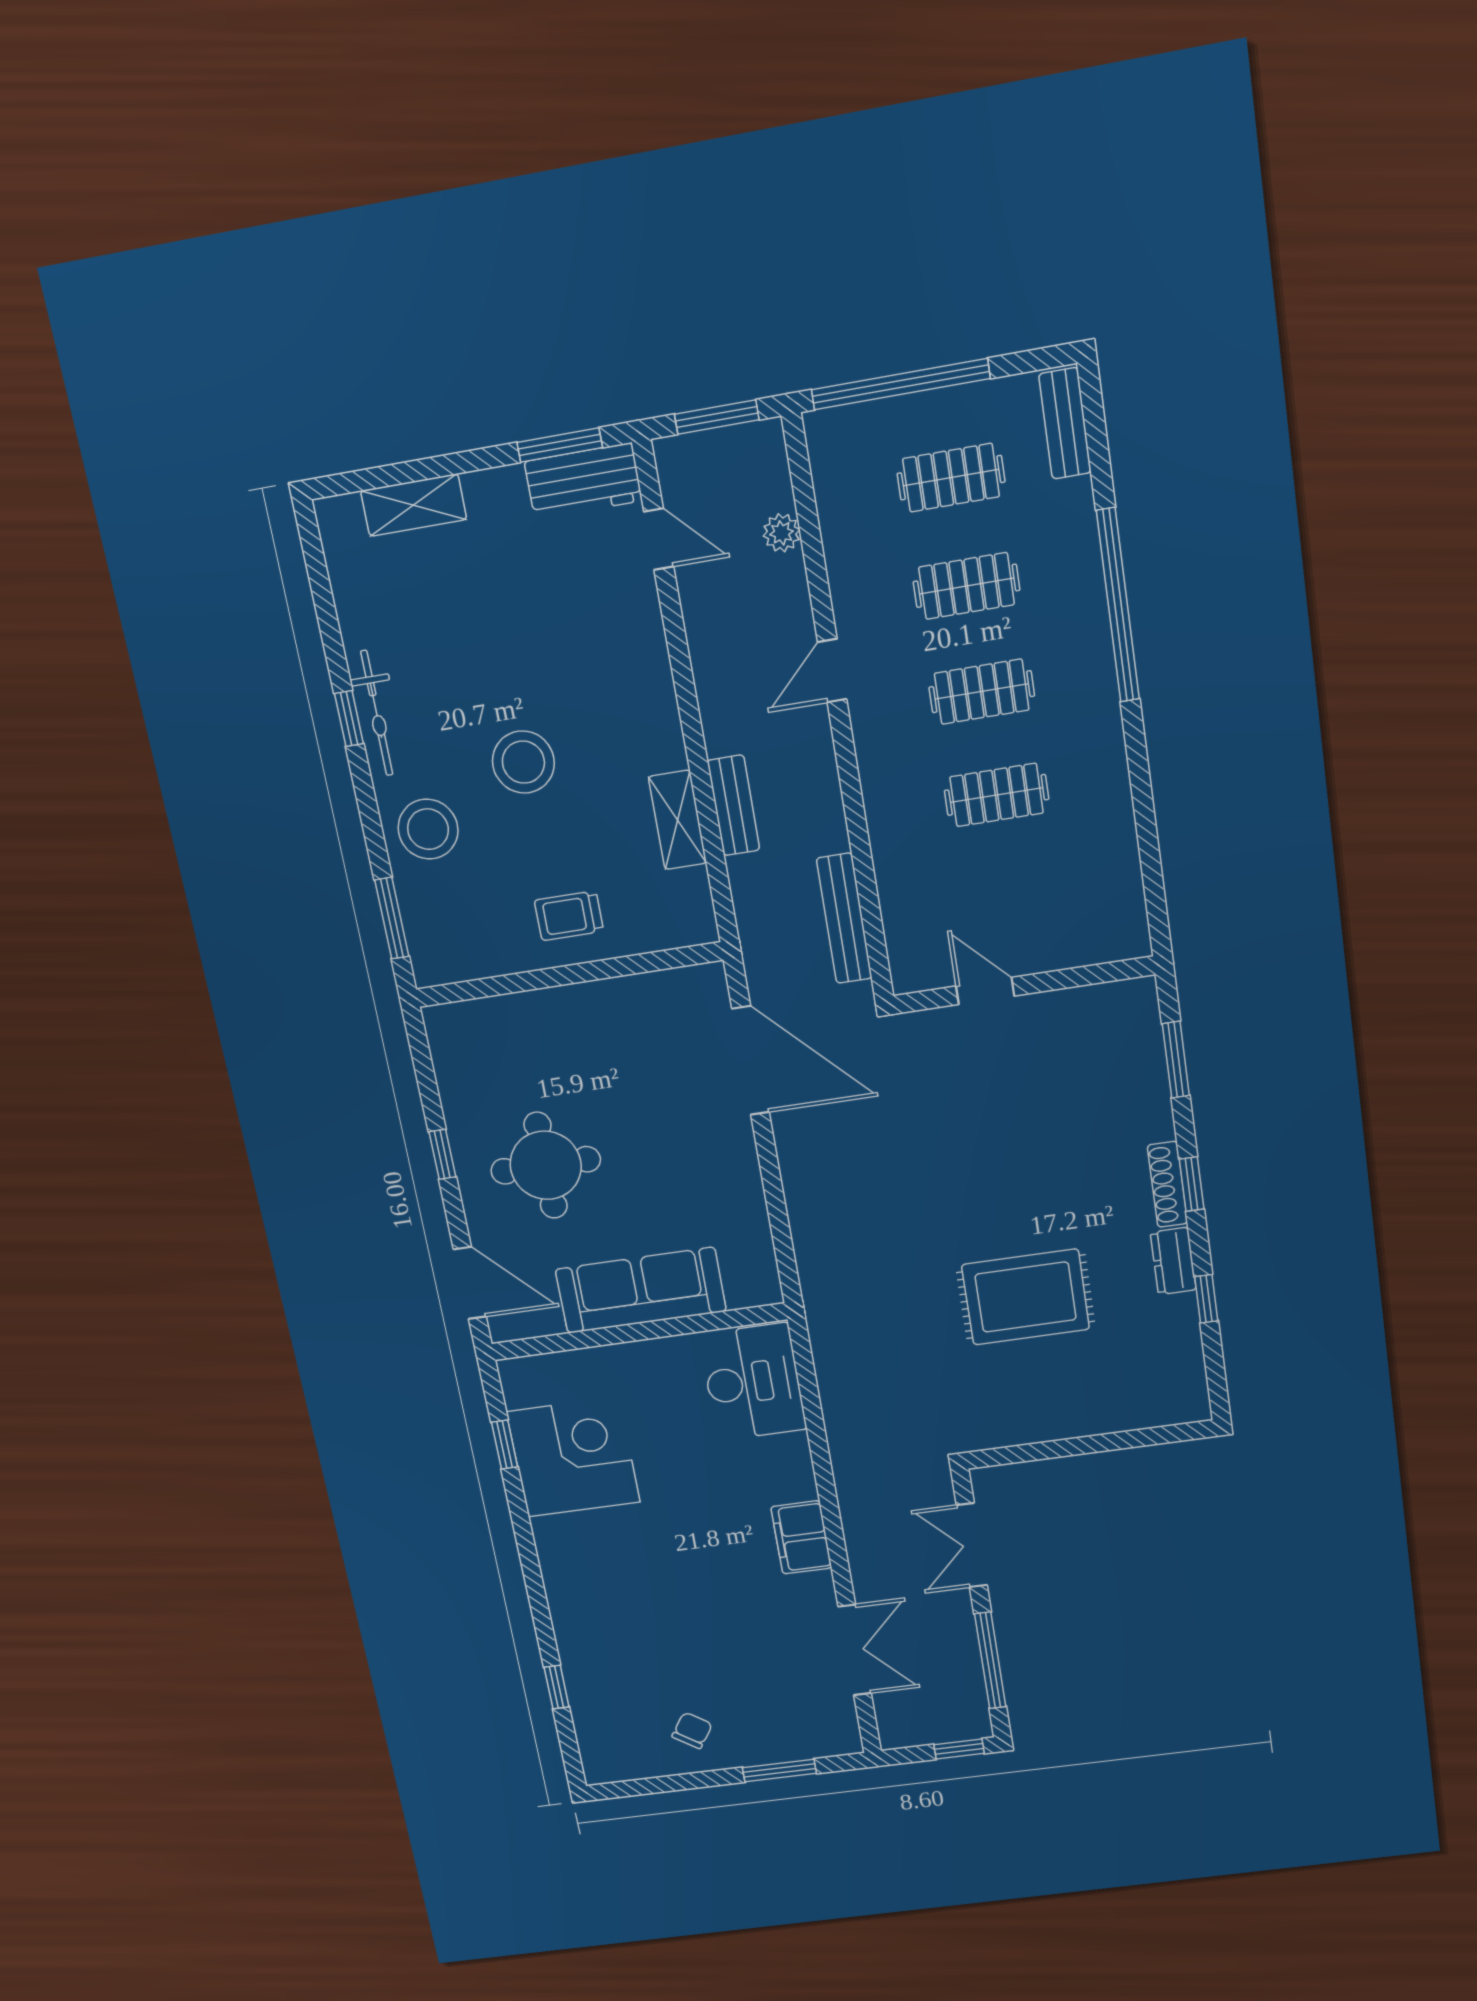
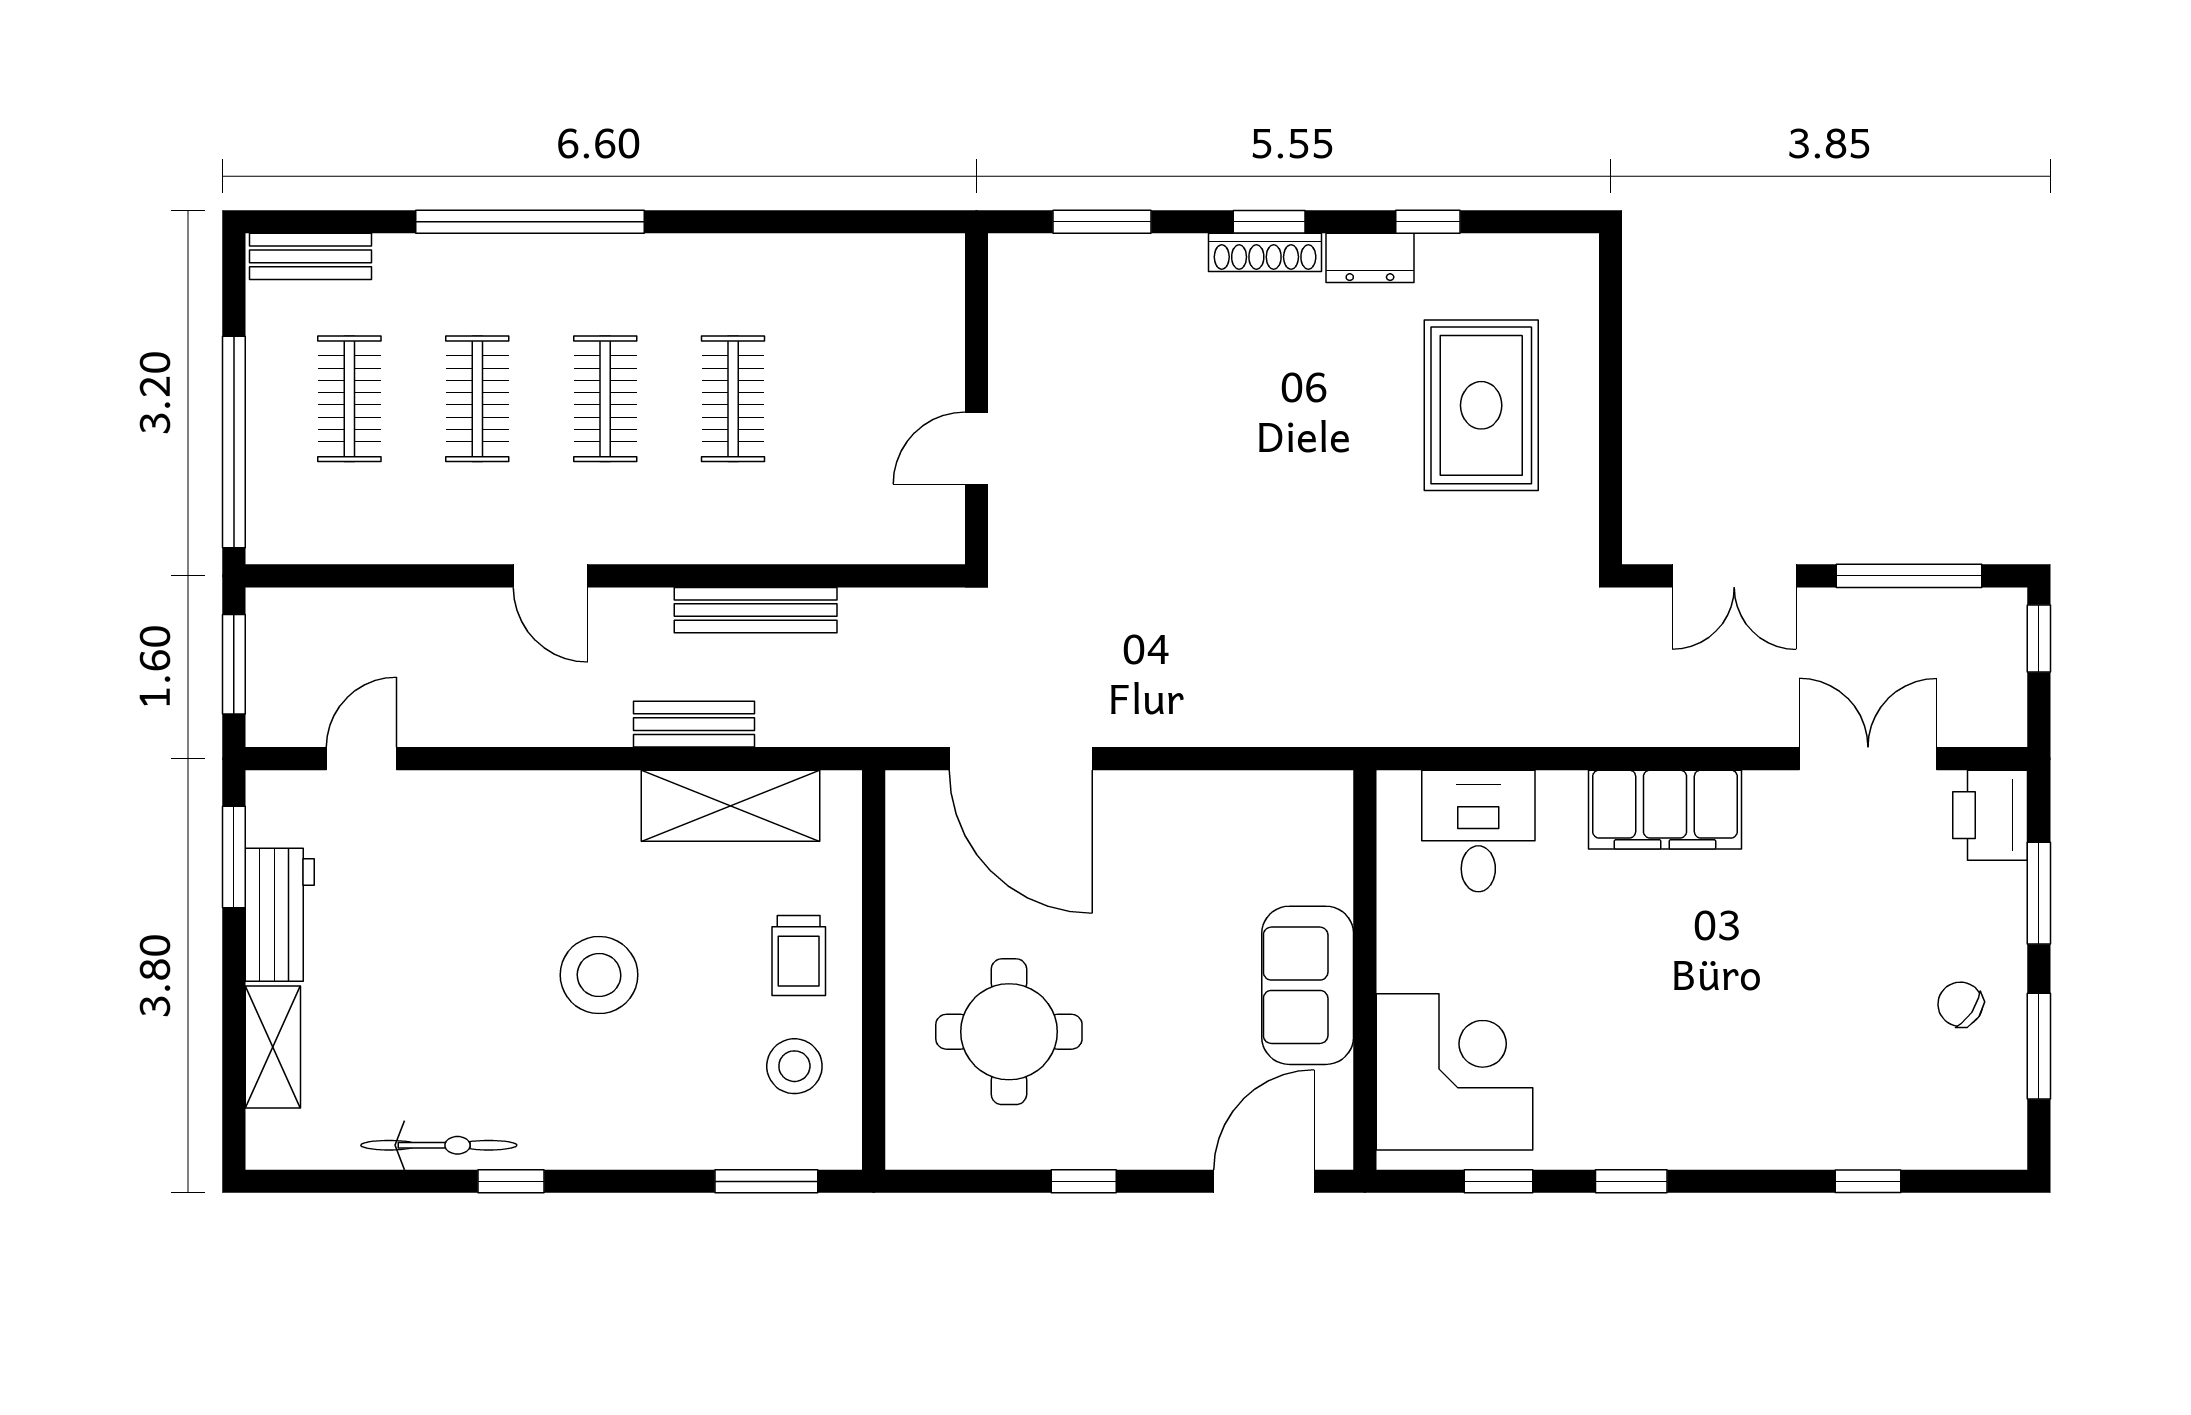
workbench: (583, 481) -> (280, 915), moved
plant: (782, 533) -> (379, 610), removed
bicycle: (377, 713) -> (439, 1145), moved
shelving: (678, 820) -> (730, 806), width x1.50, depth x1.33
stool: (428, 829) -> (794, 1066), moved, width x0.73, depth x0.73
bench: (844, 918) -> (756, 610), moved
door: (751, 1061) -> (1021, 759), swing flipped
round table: (546, 1165) -> (1009, 1032), moved
sofa: (641, 1290) -> (1308, 985), width x0.73
rug: (1026, 1297) -> (1481, 405), moved
desk: (753, 1382) -> (1478, 831), width x0.73
corner desk: (573, 1457) -> (1455, 1072), moved, turned 90
window: (524, 1533) -> (1631, 1181), added
filing cabinet: (801, 1537) -> (1665, 810), width x1.50, depth x1.17
printer: (828, 1733) -> (1990, 815), added
window: (673, 1783) -> (2039, 1046), added

